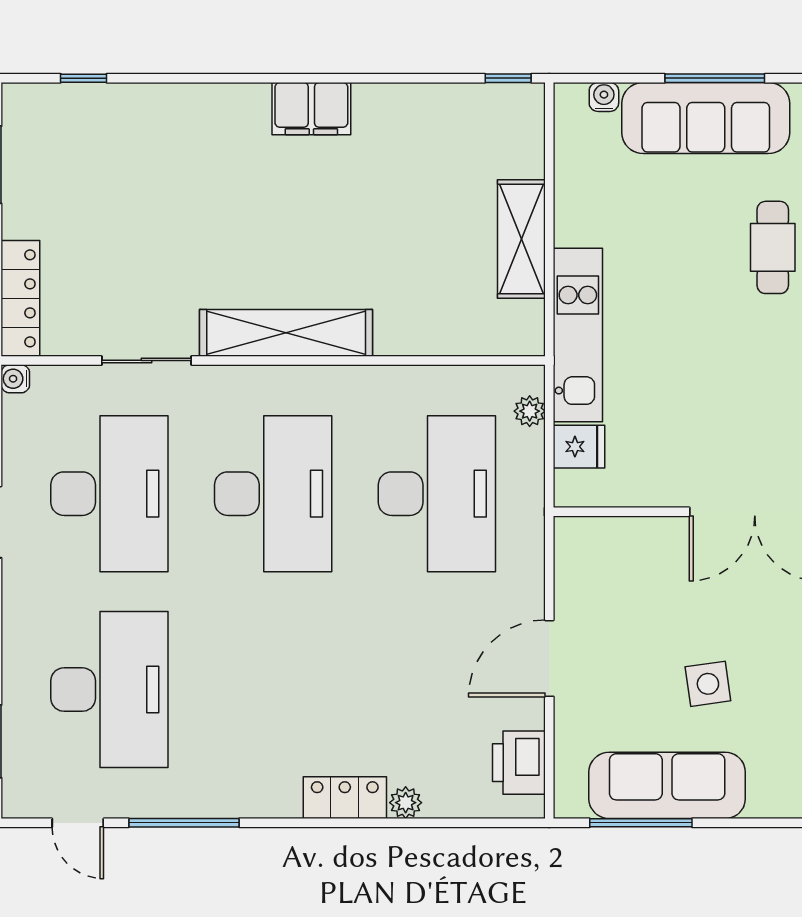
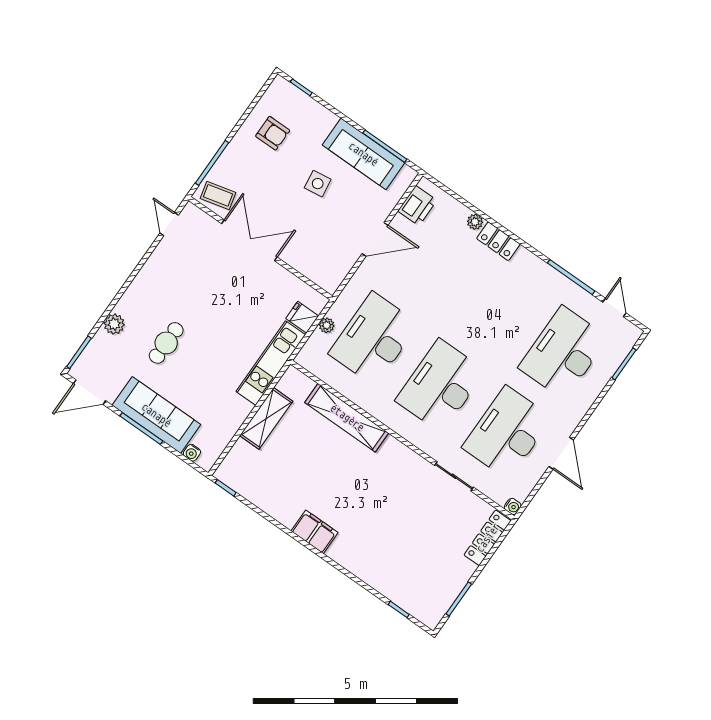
shelving: (286, 333) -> (347, 418), moved
plant: (530, 411) -> (327, 325), moved

